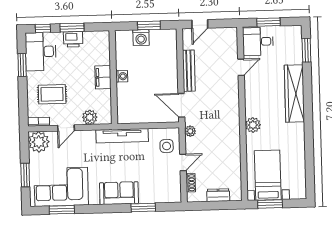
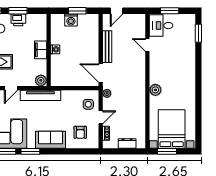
door: (241, 67) -> (147, 45), swing flipped
wardrobe: (294, 93) -> (188, 66), removed
plant: (90, 117) -> (41, 80), moved
tv unit: (122, 136) -> (40, 95), moved
bed with nightstands: (268, 175) -> (172, 129), width x1.36
armchair: (157, 183) -> (80, 132), added
window: (143, 208) -> (30, 151), moved

